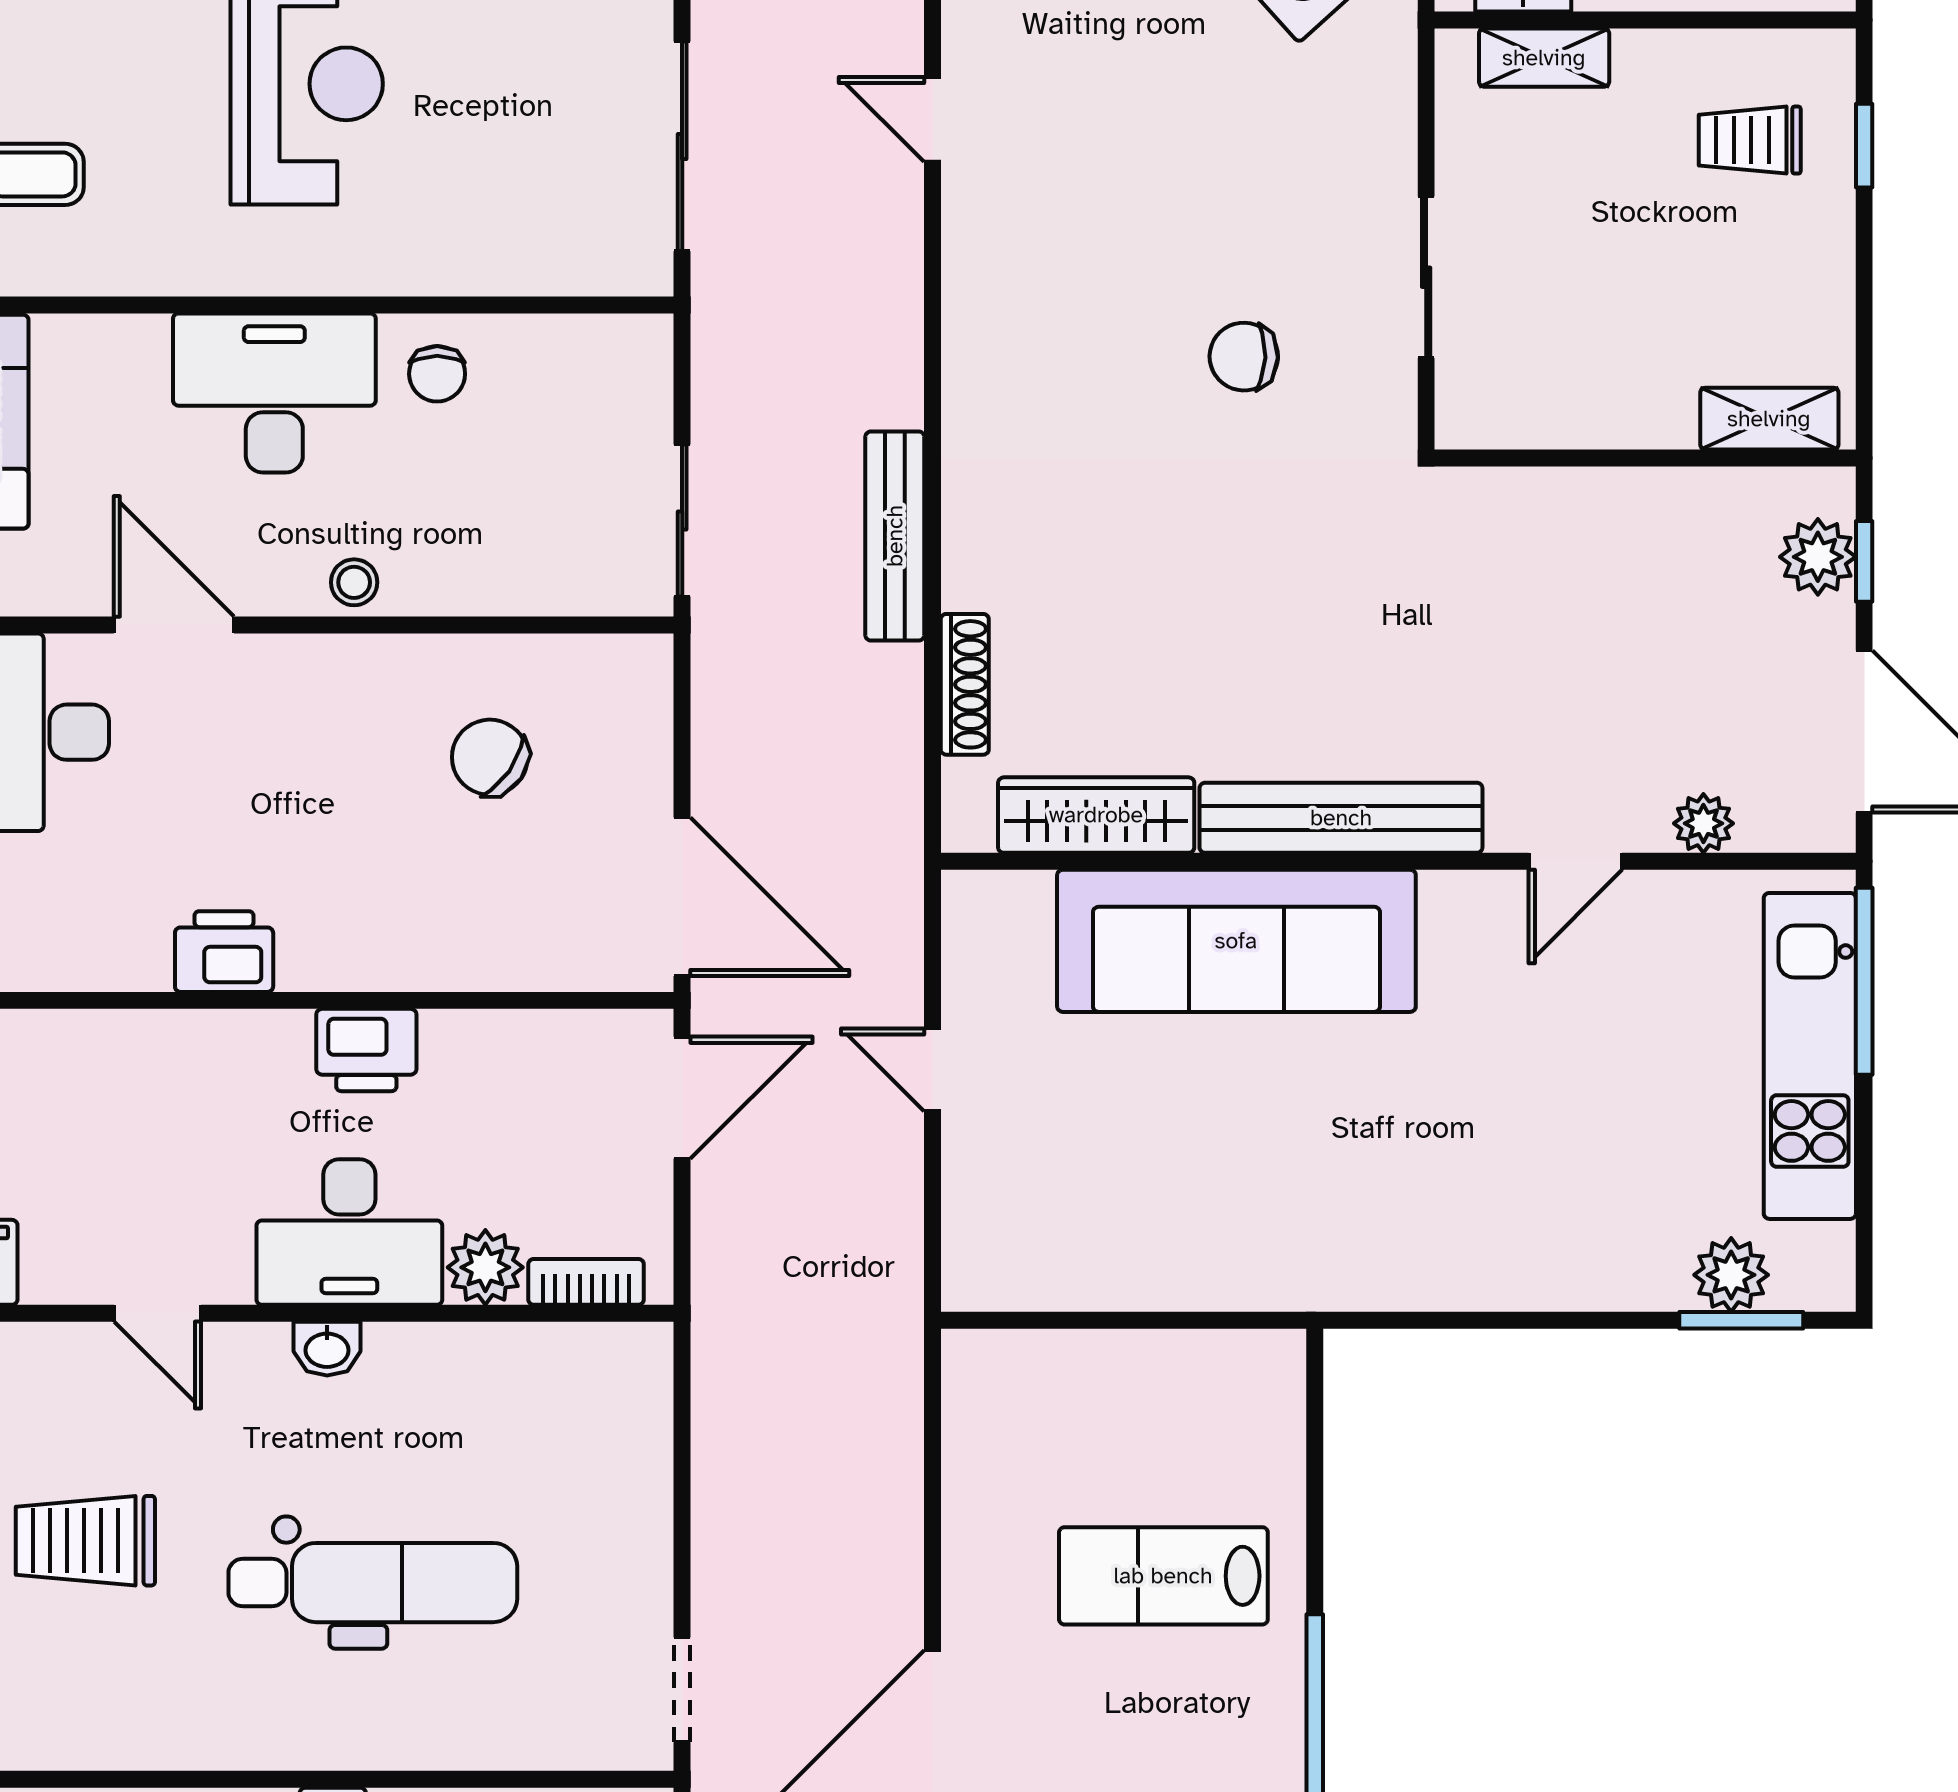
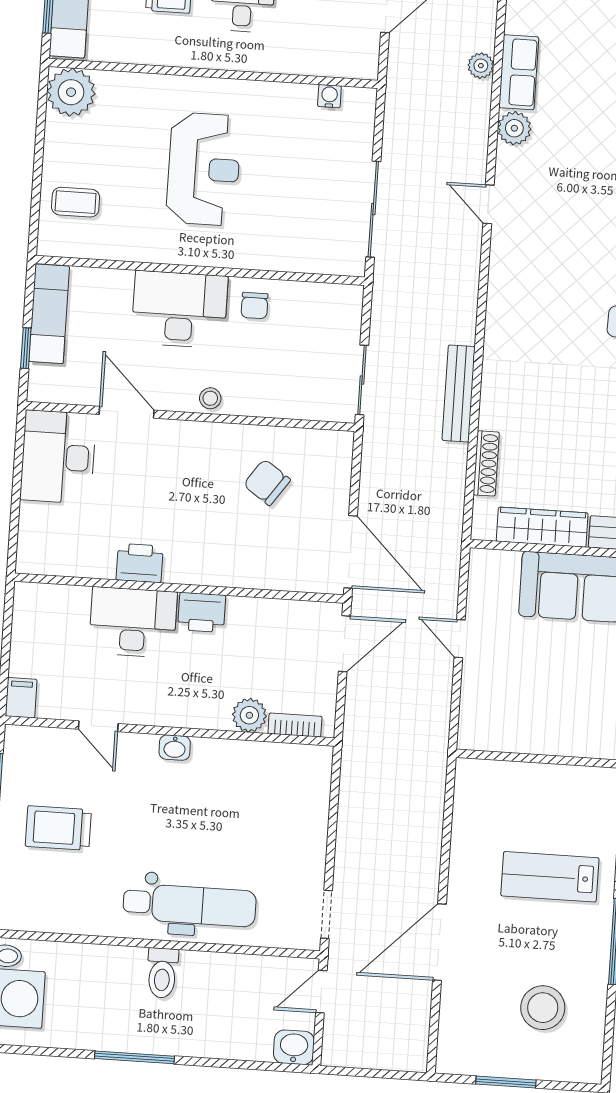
desk: (349, 1232) -> (133, 622), moved, turned 180
dental chair: (373, 1583) -> (189, 905), moved

